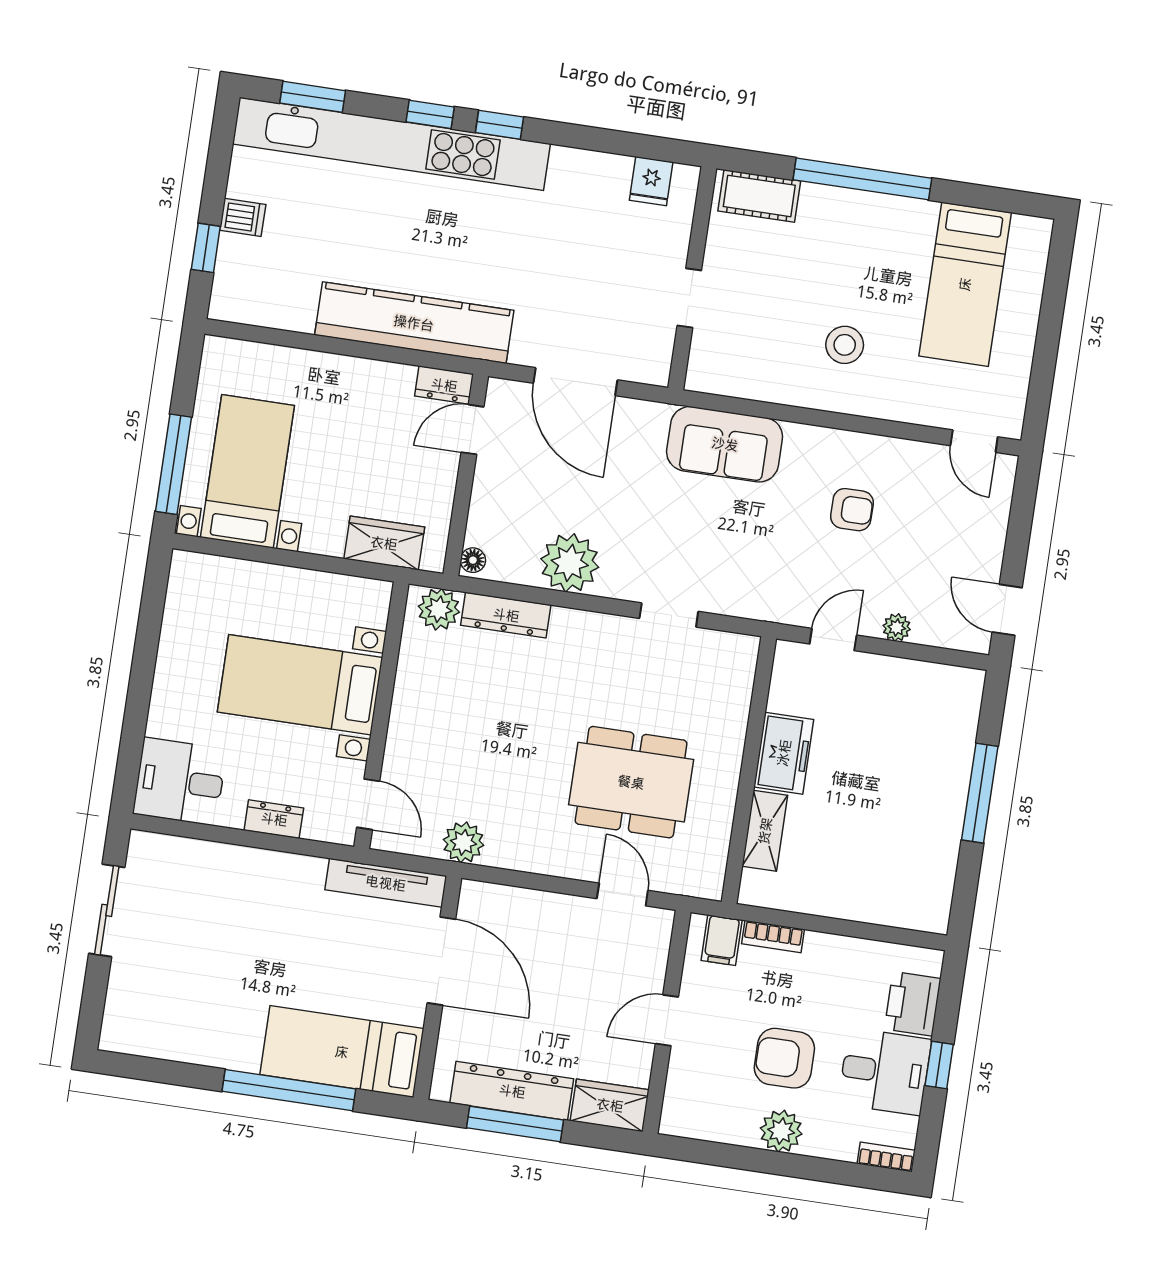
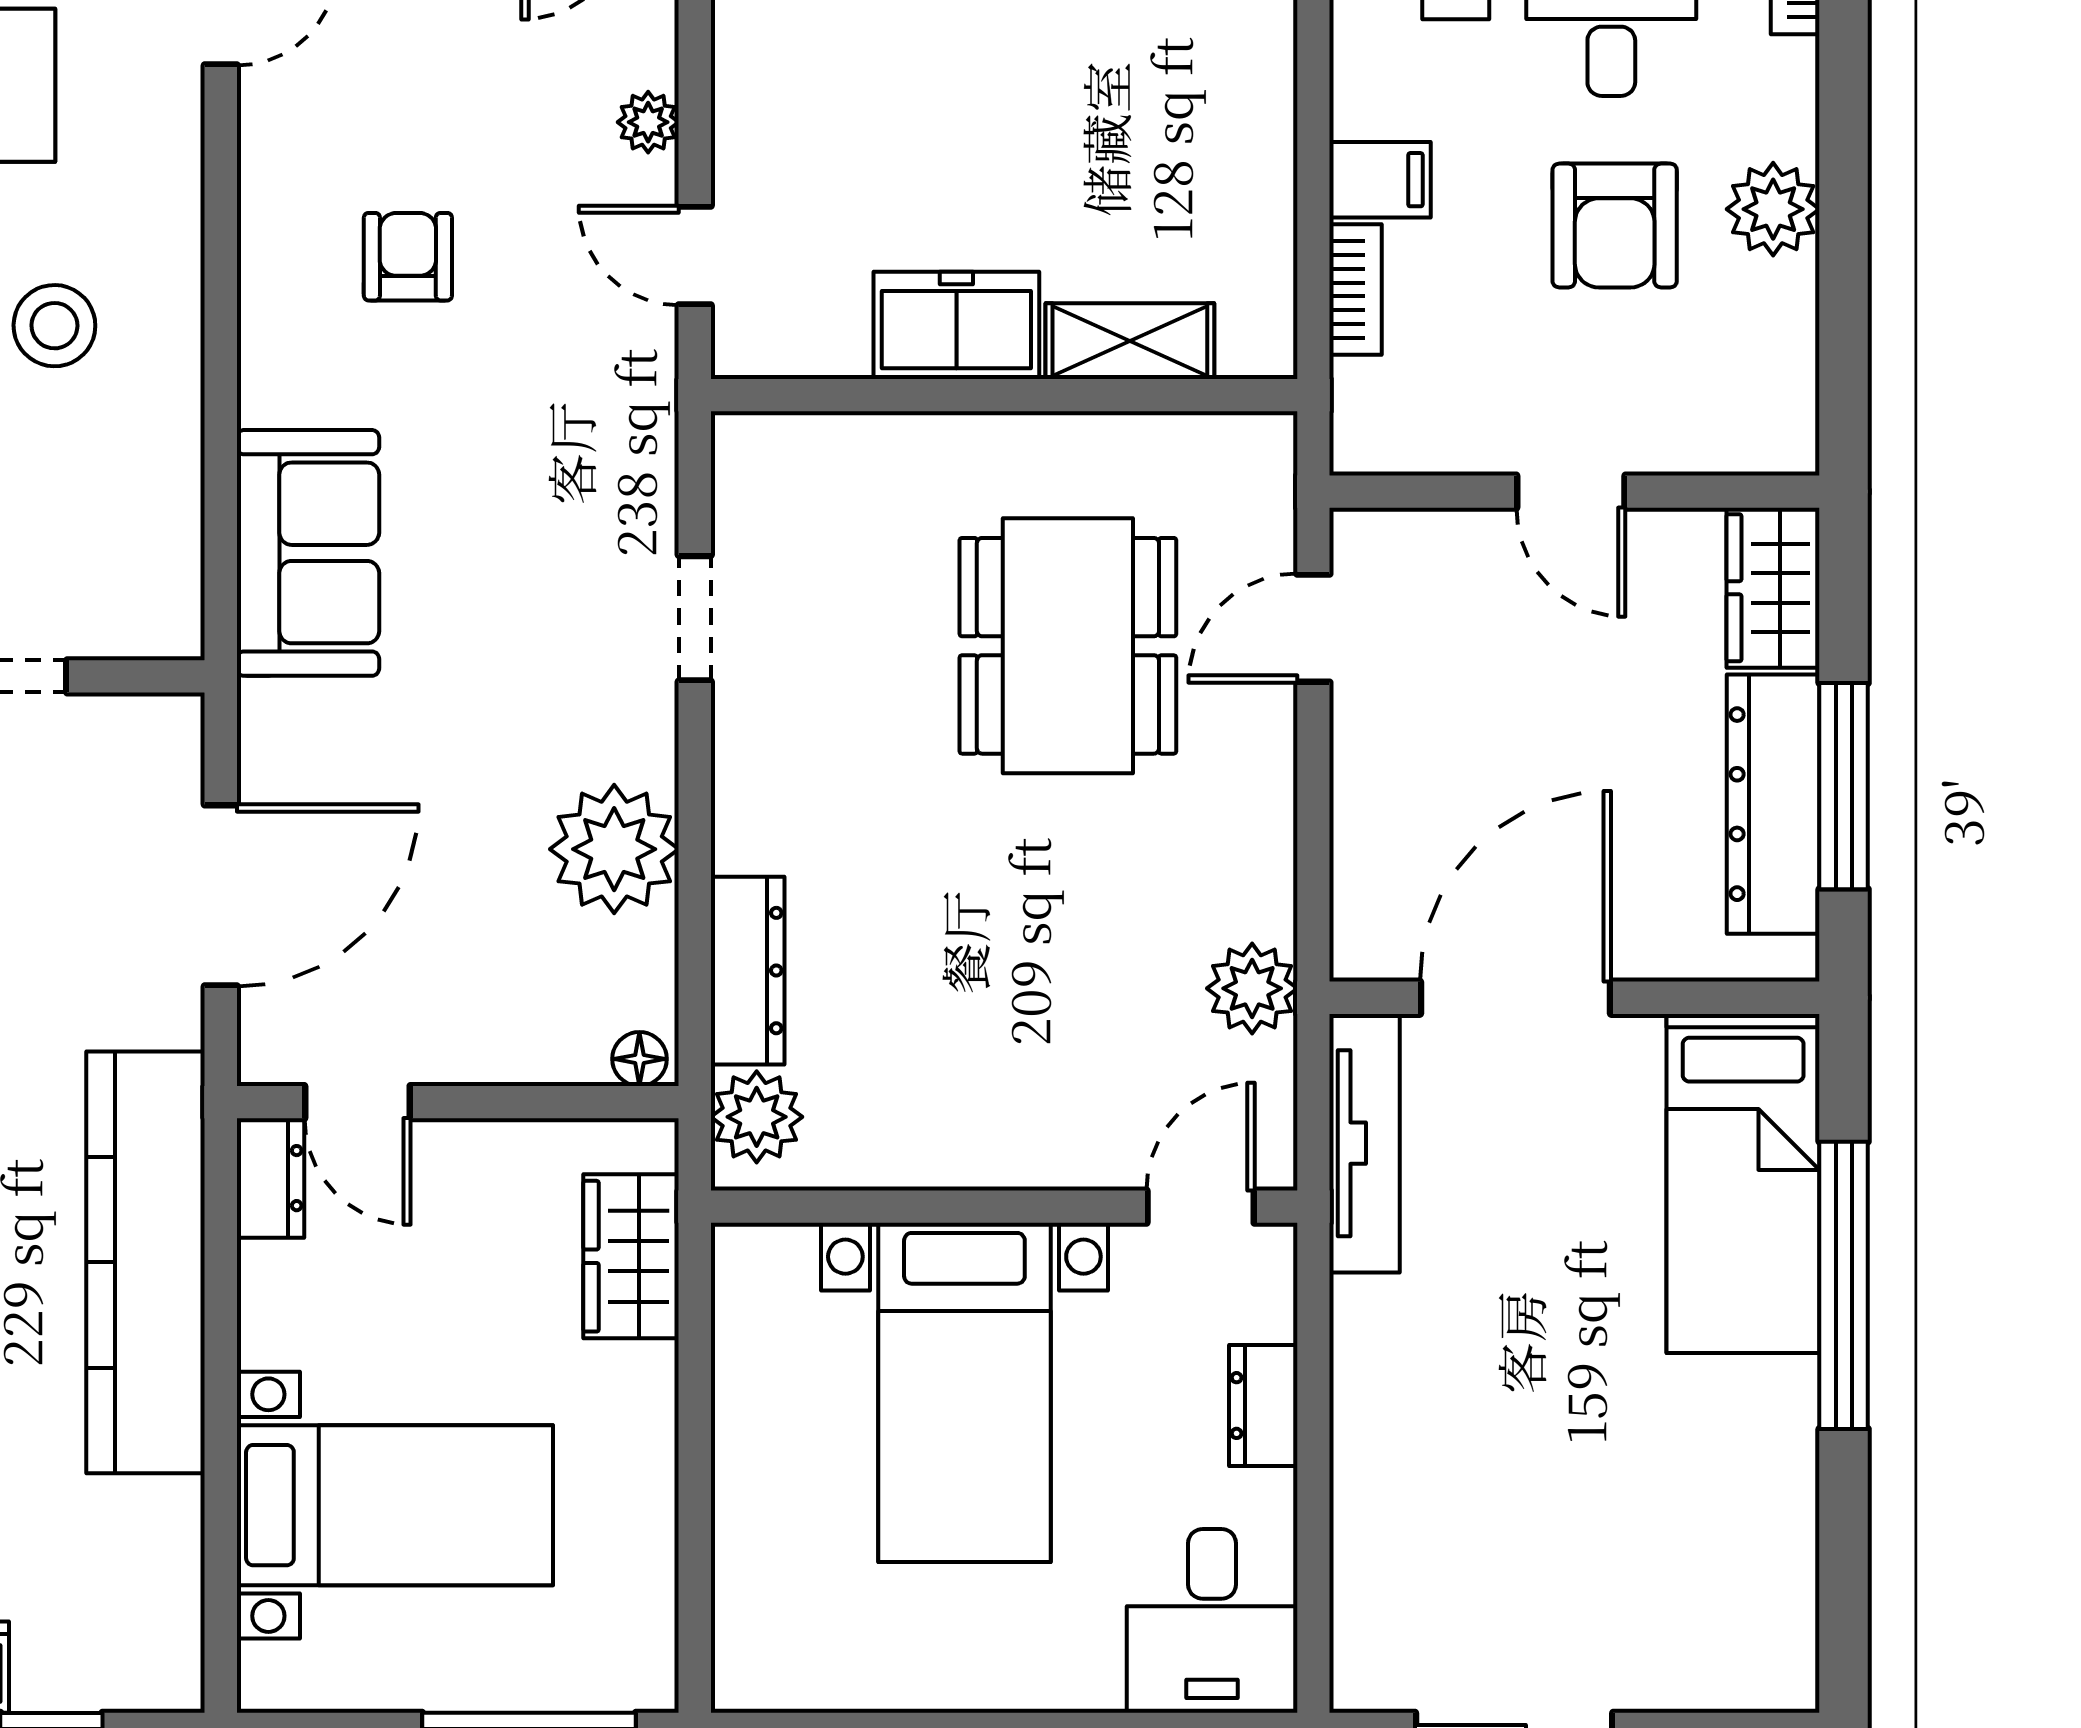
bed with nightstands: (247, 471) -> (395, 1505), moved, turned 180
filing cabinet: (722, 940) -> (1380, 180), moved

